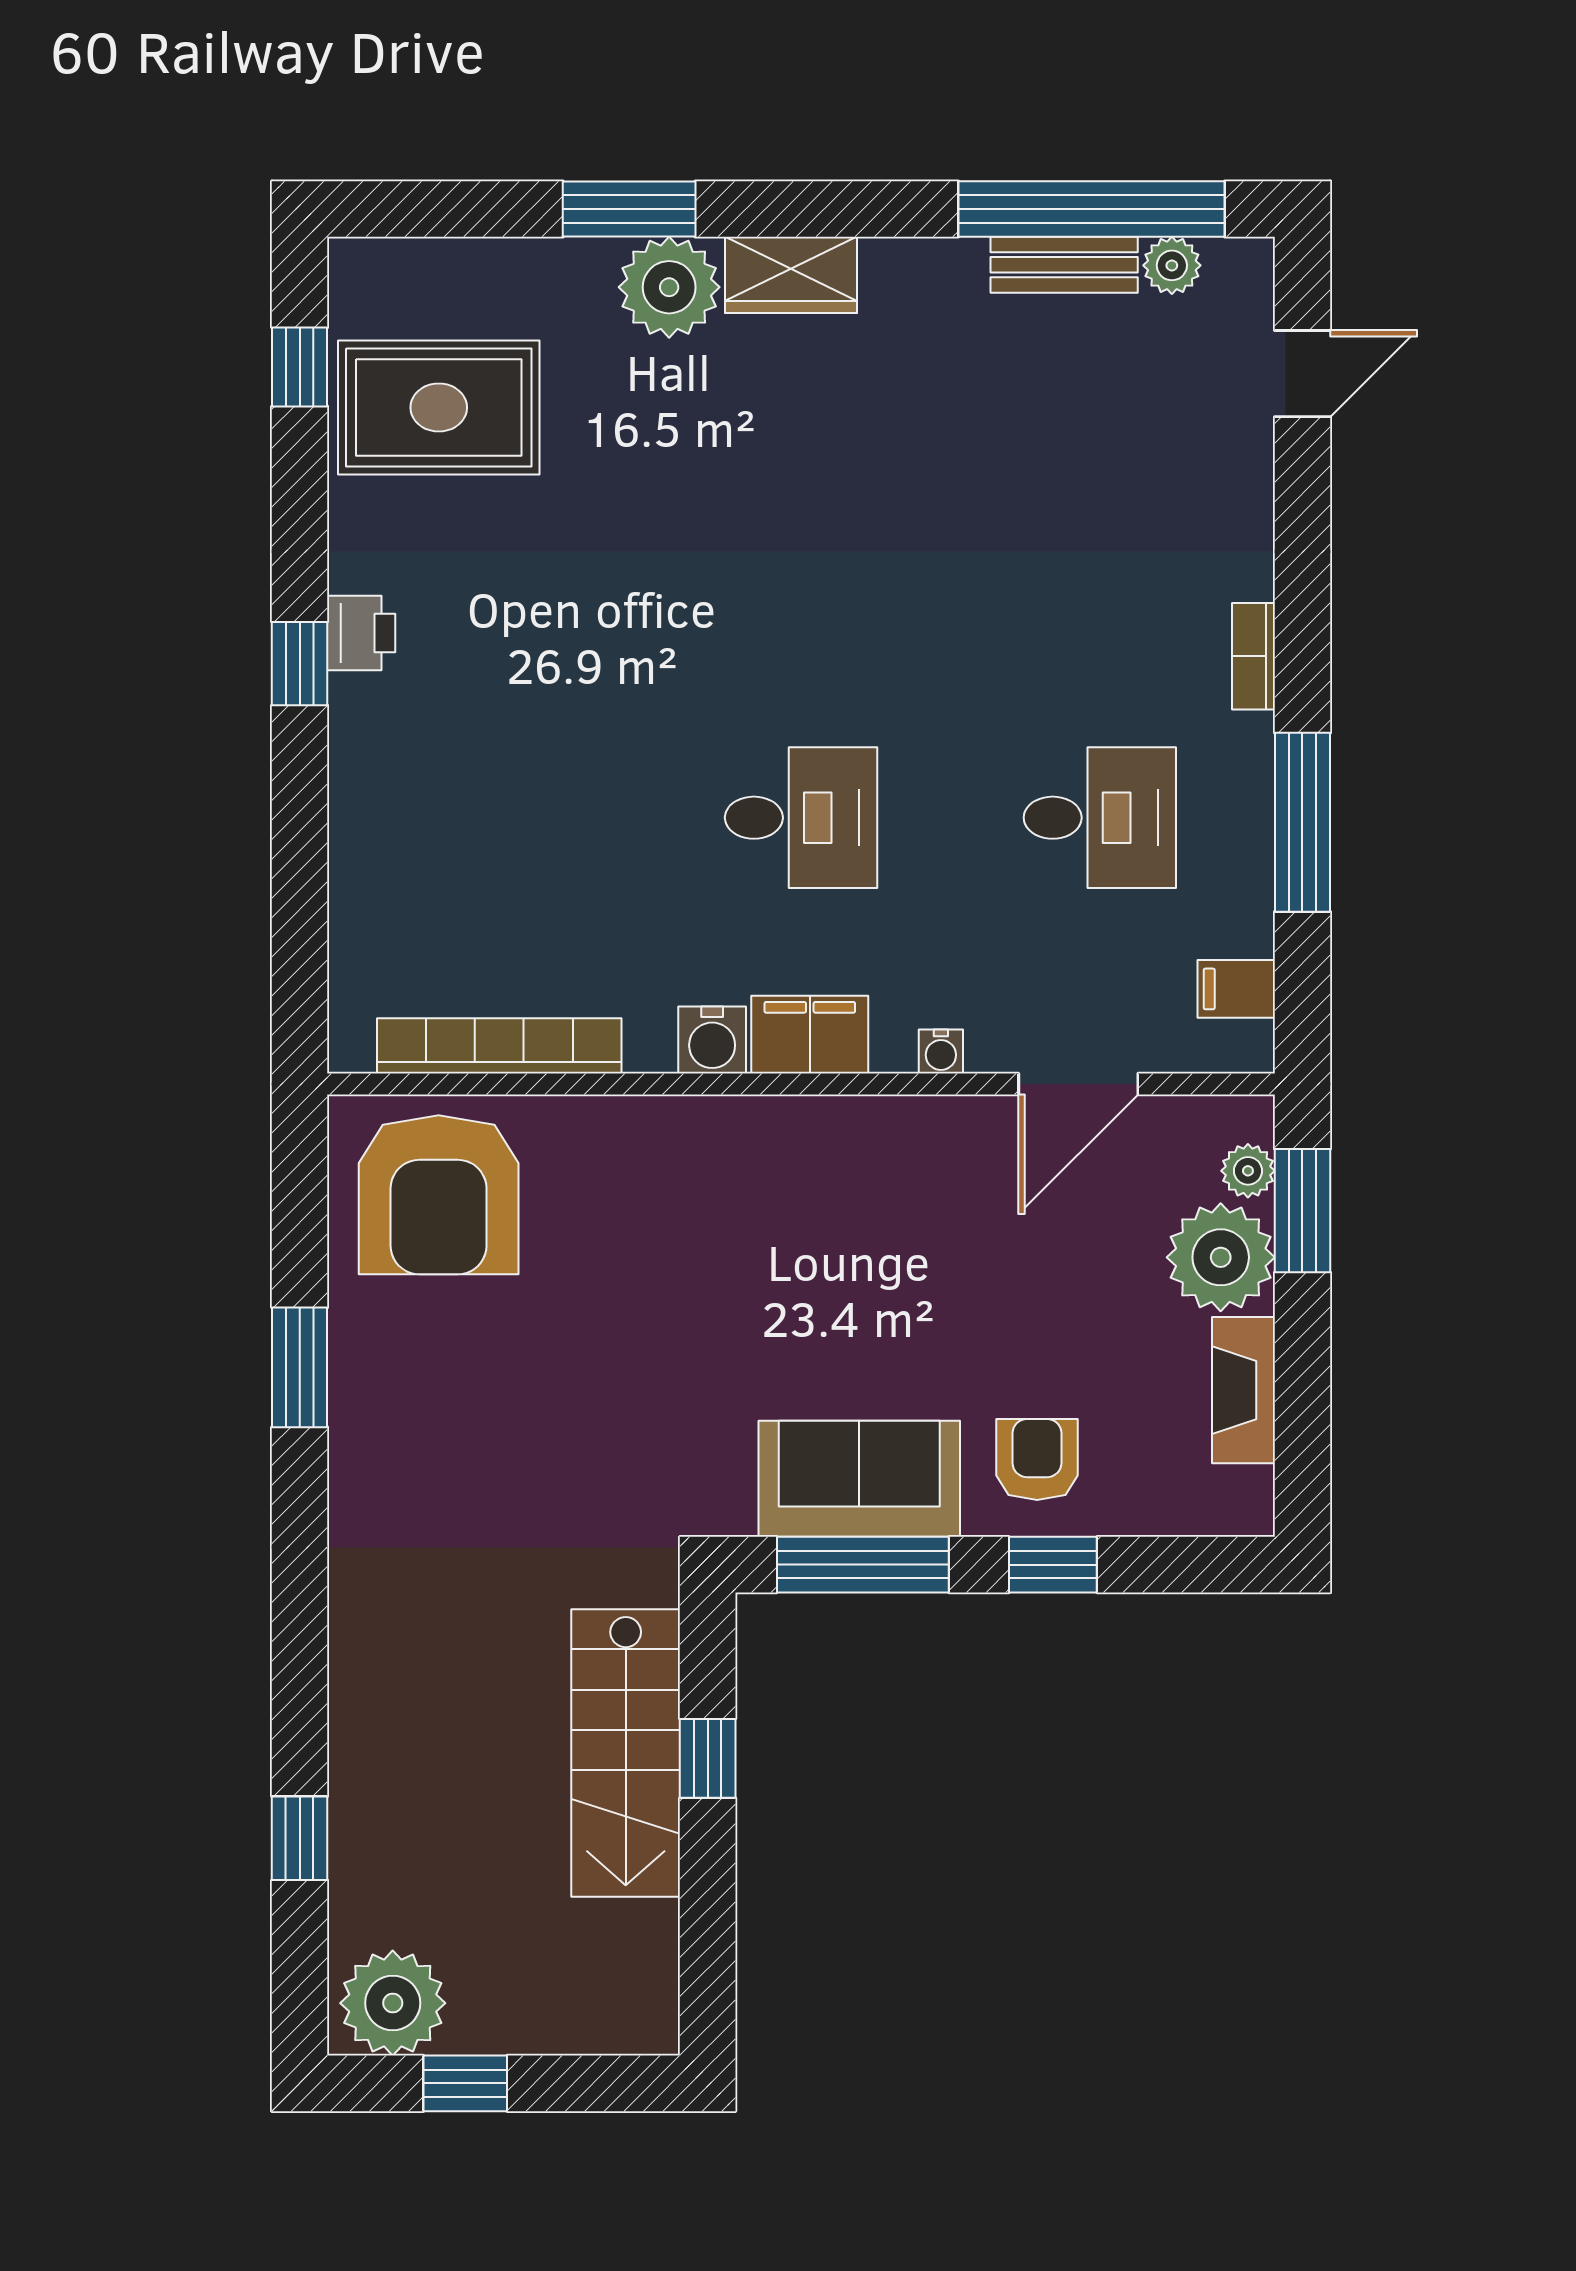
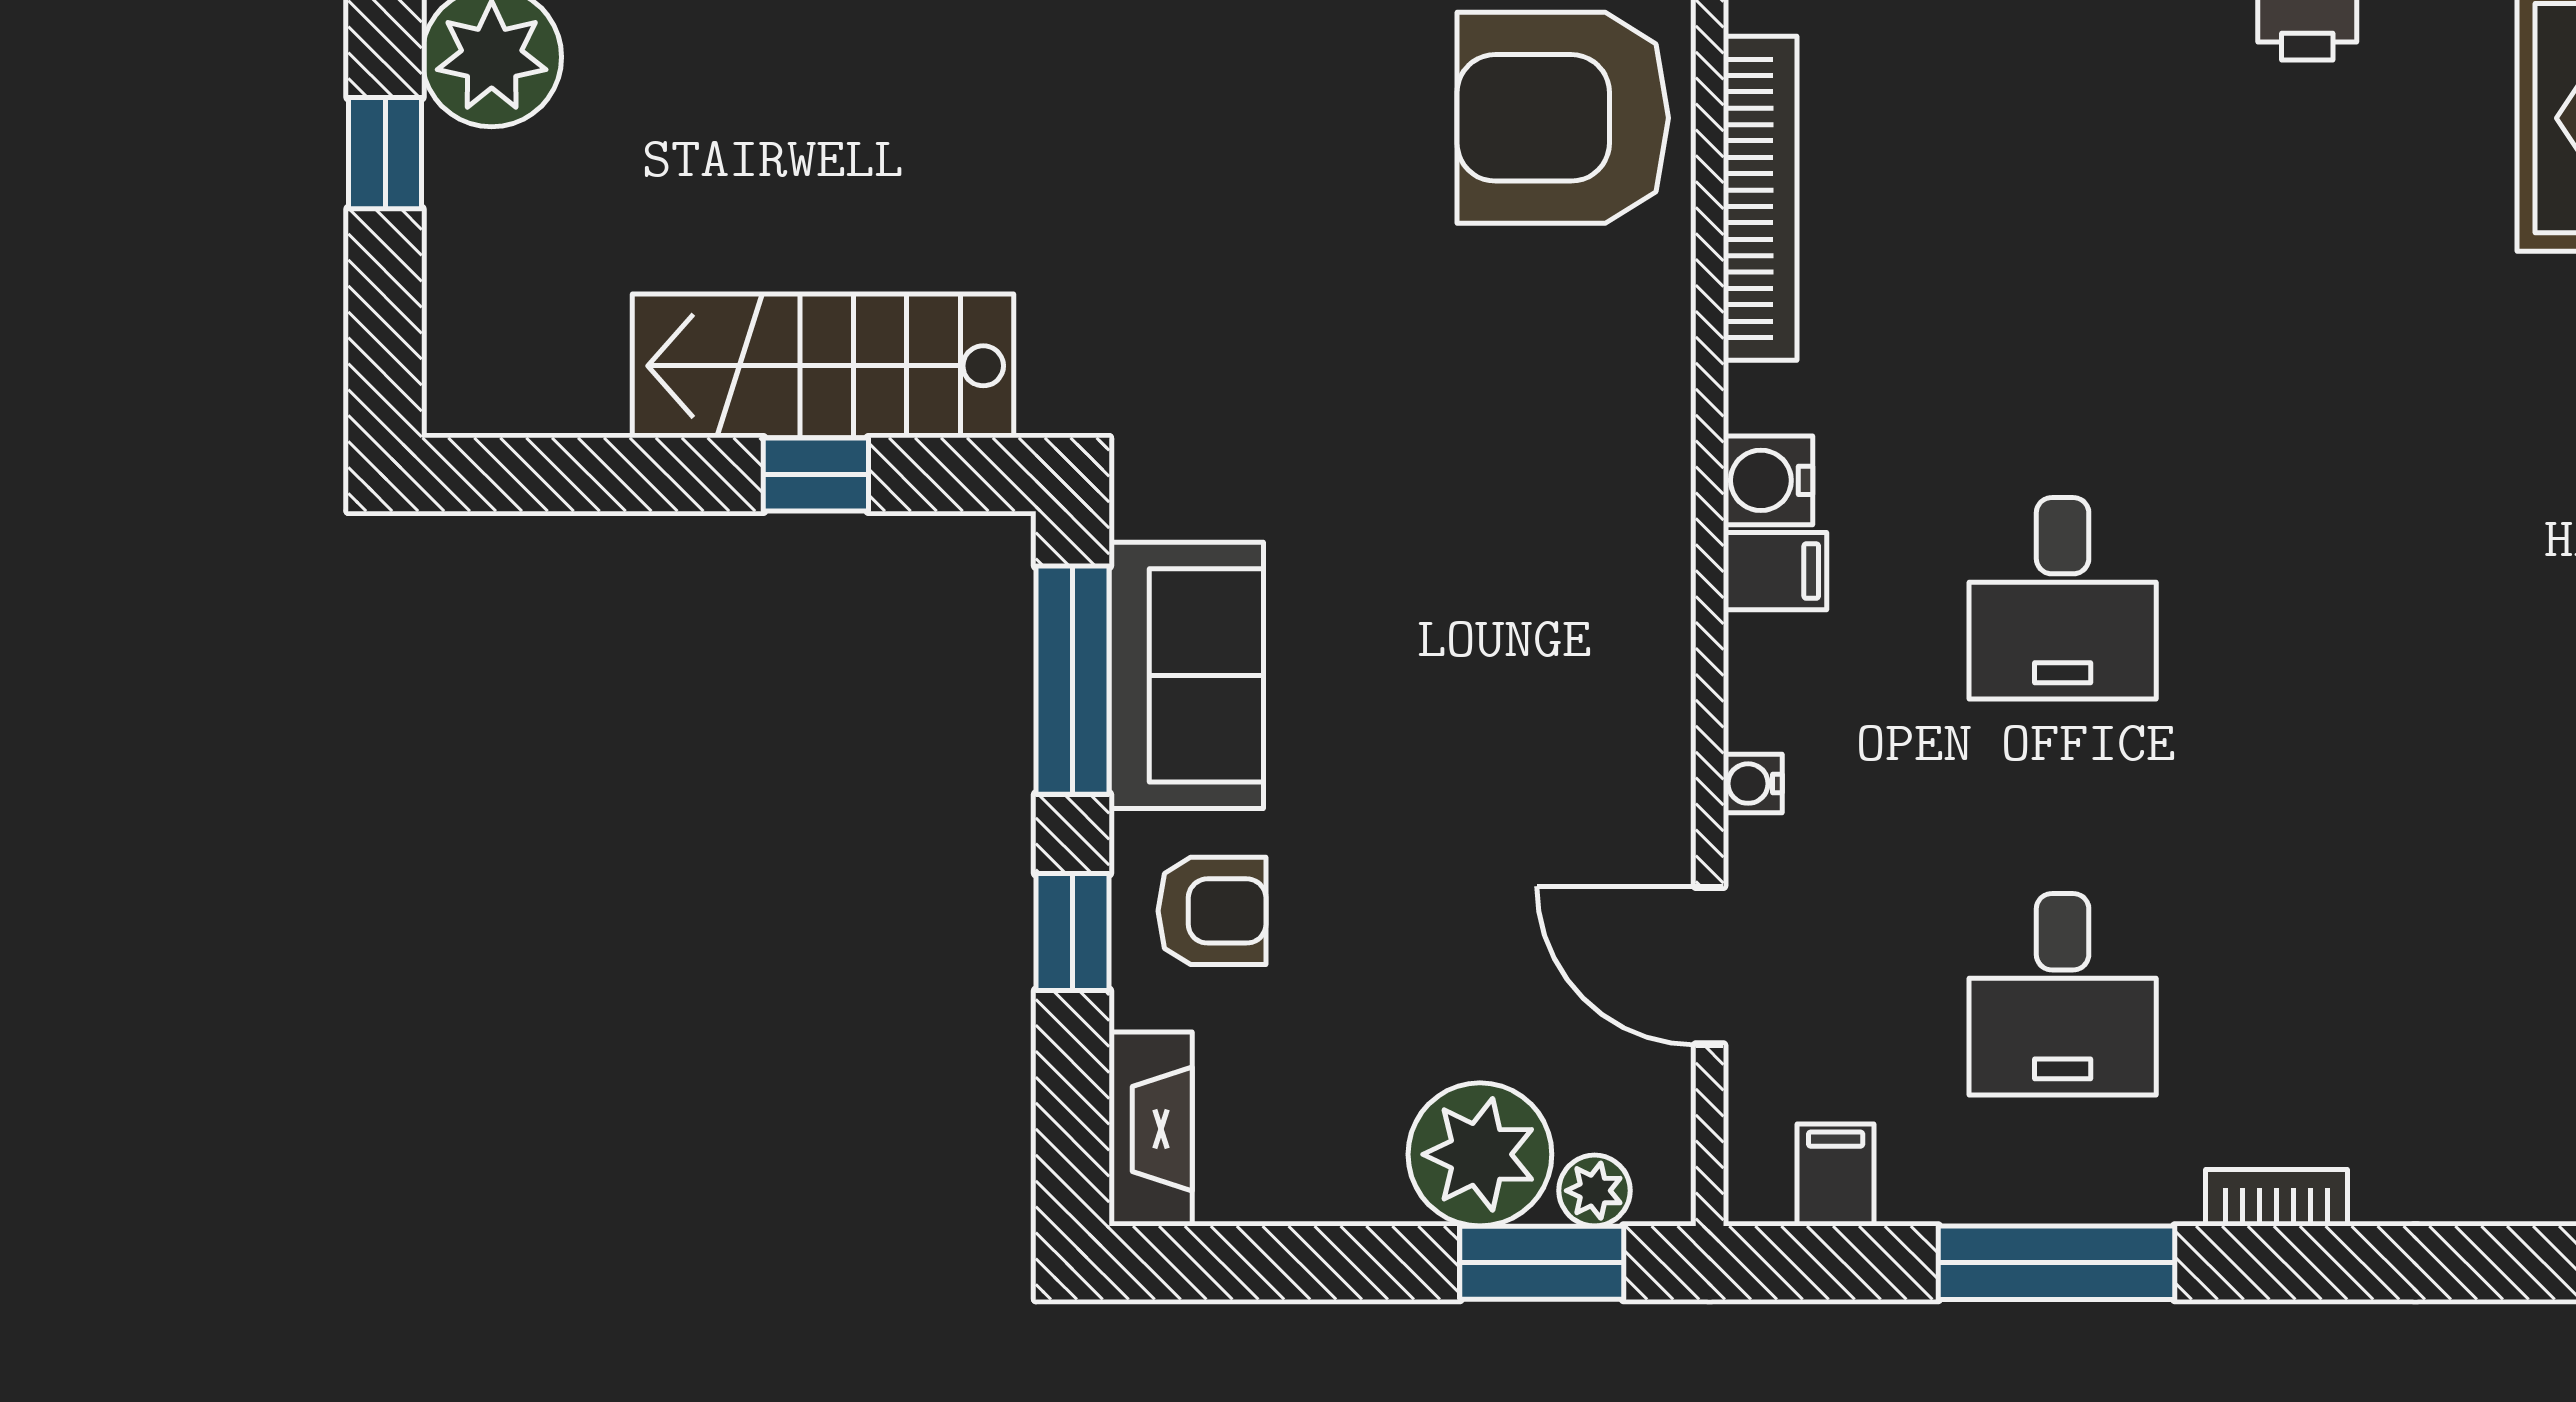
filing cabinet: (810, 1035) -> (1775, 571), width x0.50
fireplace: (1244, 1390) -> (1151, 1129), moved, turned 90

